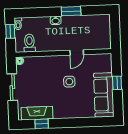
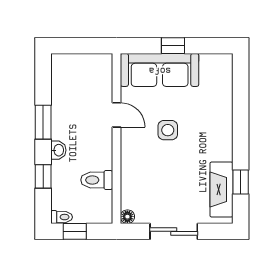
window: (41, 12) -> (43, 176), added
toilet: (29, 43) -> (97, 180), moved
sofa: (104, 95) -> (160, 70), moved

